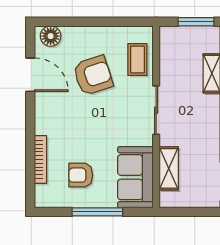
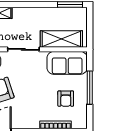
shelving: (169, 168) -> (61, 39), width x1.50, depth x1.33

